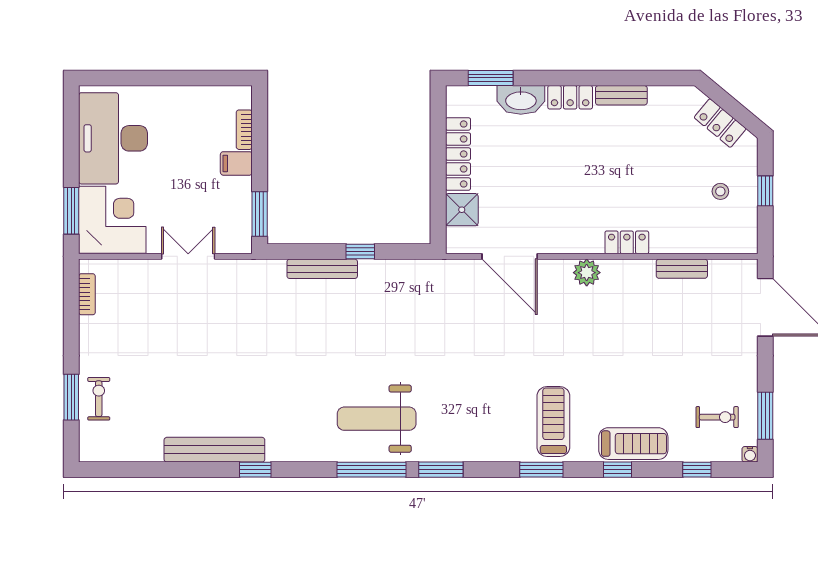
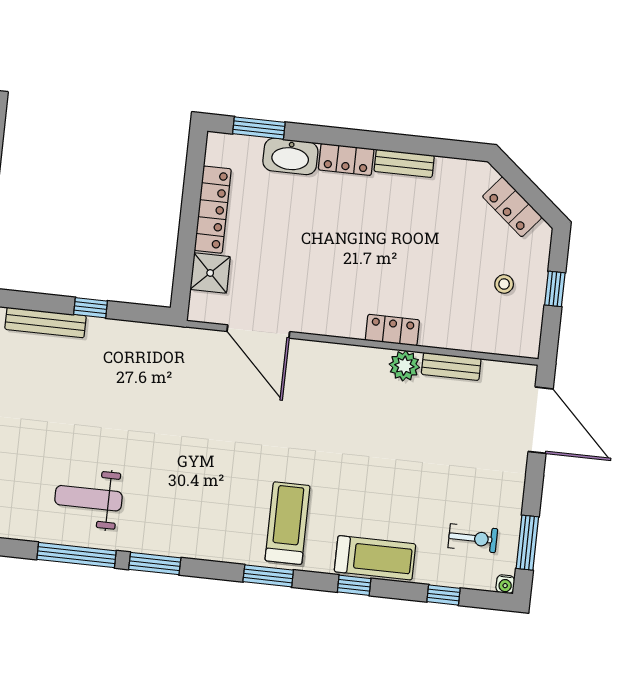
plant: (587, 273) -> (404, 366), moved
weight bench: (377, 419) -> (88, 498), width x0.73, depth x0.75

